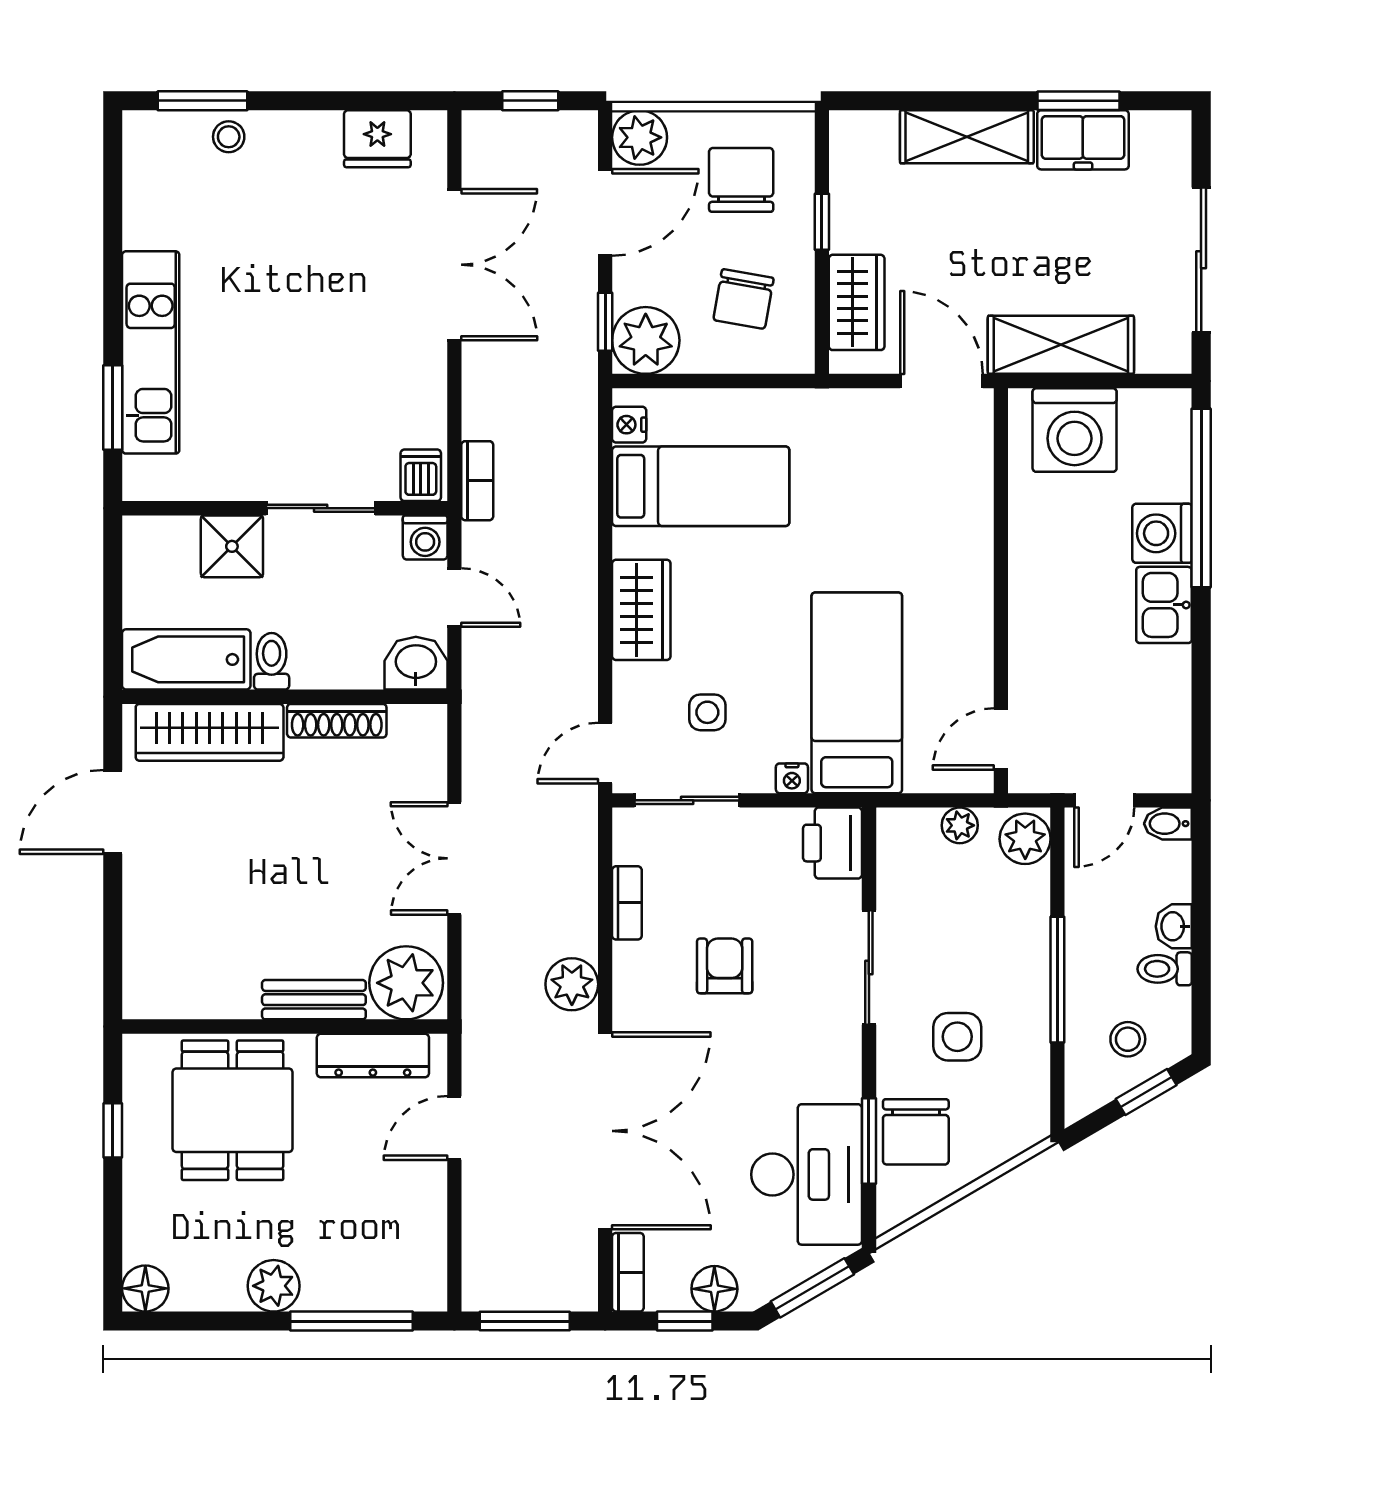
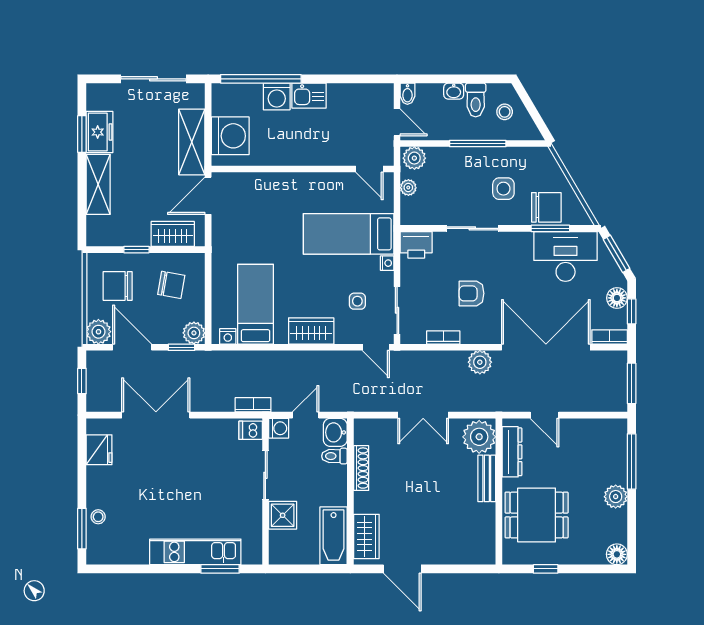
plant: (646, 340) -> (194, 333), width x0.73, depth x0.73
toilet: (272, 661) -> (334, 456), moved
wardrobe: (210, 732) -> (366, 536), width x0.67
toilet: (1165, 969) -> (476, 100), width x1.37, depth x1.39
window: (1146, 1092) -> (528, 104), removed

